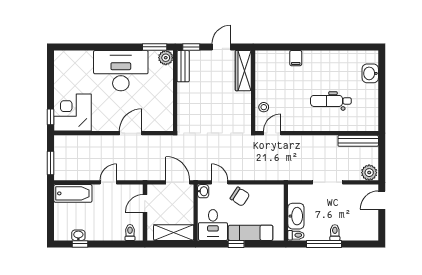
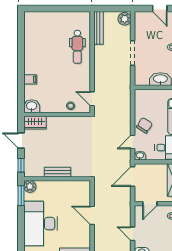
bench: (183, 66) -> (58, 172), moved
wardrobe: (243, 71) -> (35, 123), width x0.67
washbasin: (370, 73) -> (32, 106), moved, turned 180
dental chair: (331, 101) -> (77, 47), moved
door: (382, 200) -> (160, 8), moved
door: (145, 203) -> (150, 204), hinge flipped

